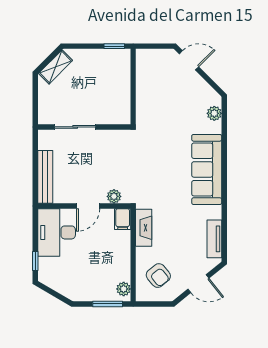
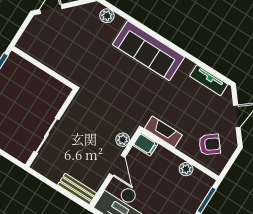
bench: (45, 177) -> (77, 189), width x0.73
plant: (124, 289) -> (186, 169), moved

